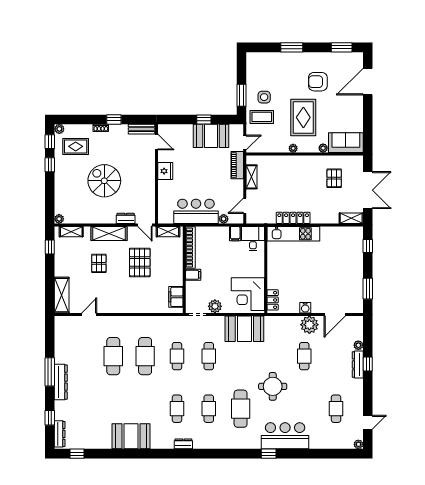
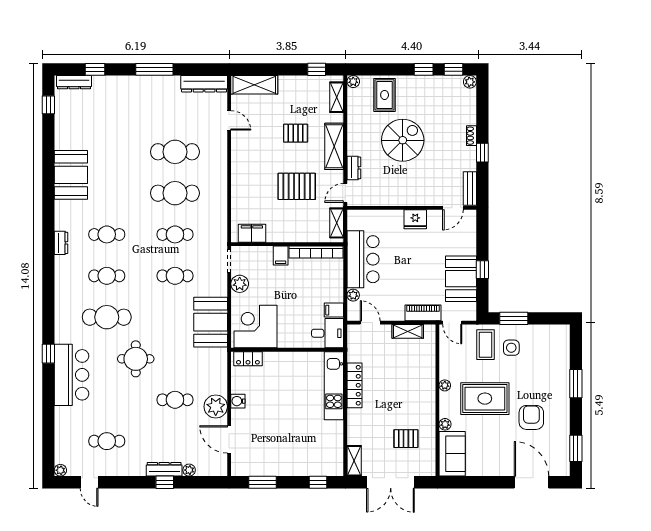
rug: (76, 146) -> (385, 95), moved
dresser: (61, 382) -> (204, 84), moved

